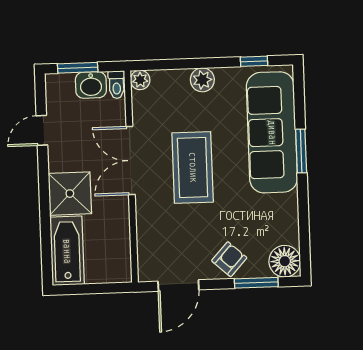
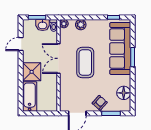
plant: (202, 80) -> (81, 25), moved
floor lamp: (285, 261) -> (124, 93), moved

